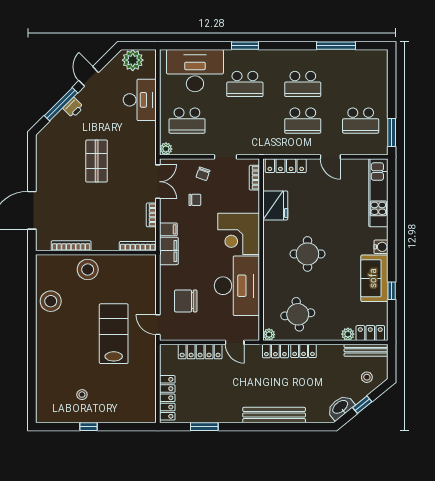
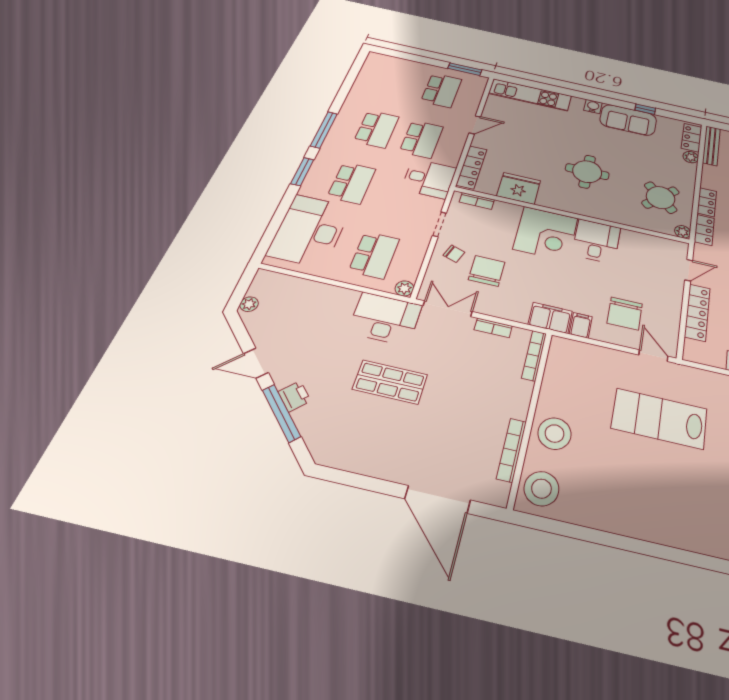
window: (336, 46) -> (324, 130), moved
plant: (133, 60) -> (249, 304), width x0.53, depth x0.53
desk: (140, 100) -> (385, 319), moved
desk: (265, 137) -> (429, 179), added
chair: (195, 200) -> (487, 271), width x1.87, depth x1.87
filing cabinet: (168, 229) -> (581, 325), moved
desk: (237, 286) -> (596, 241), width x0.53, depth x0.77
stool: (51, 301) -> (541, 489), moved
round table: (298, 314) -> (661, 198), turned -38
door: (158, 325) -> (653, 356), swing flipped

